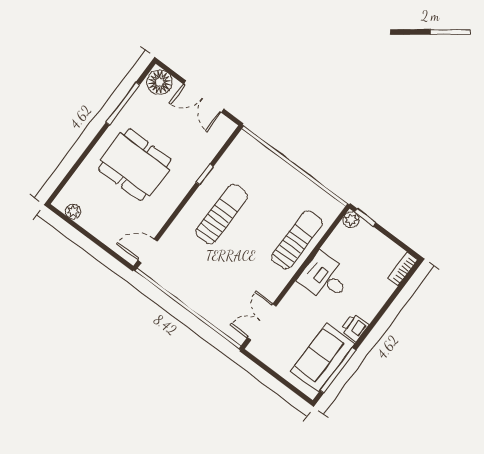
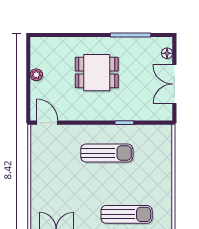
floor lamp: (160, 82) -> (167, 53), width x0.53, depth x0.53
dining table: (135, 165) -> (97, 73), width x0.73
plant: (73, 211) -> (36, 75), moved

